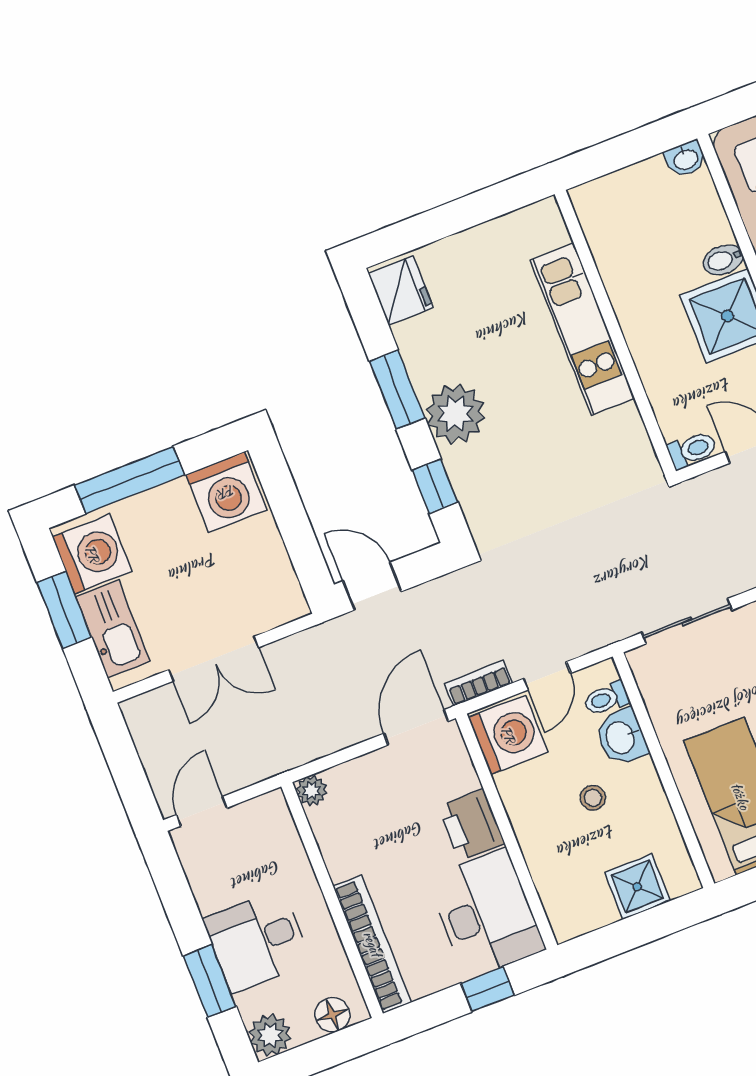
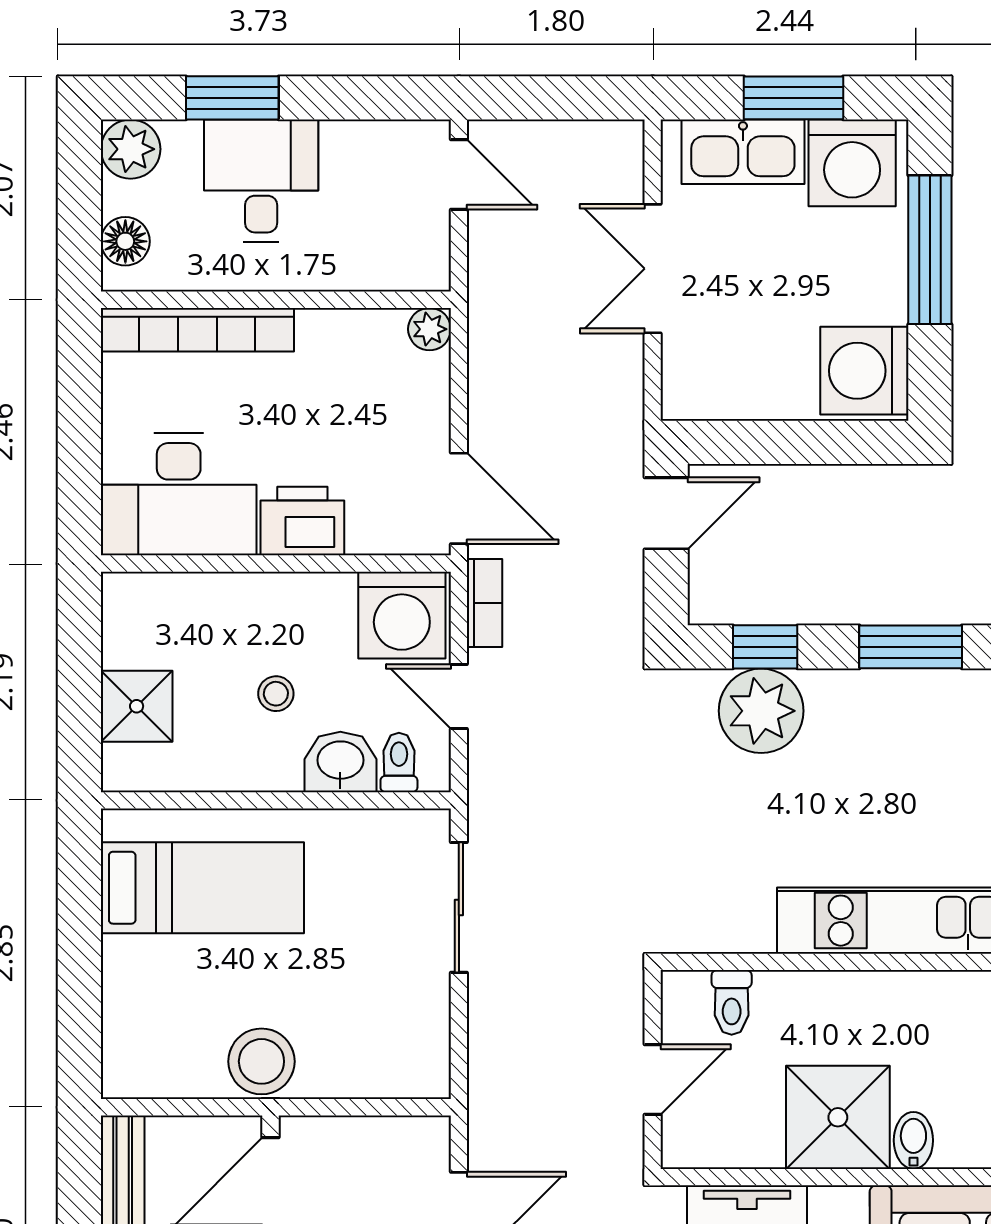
plant: (455, 414) -> (761, 711), moved
toilet: (692, 450) -> (732, 1002), moved
window: (488, 989) -> (79, 458), removed

